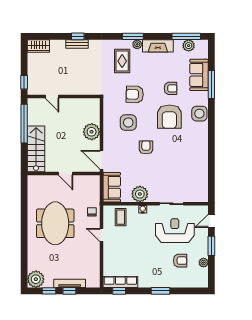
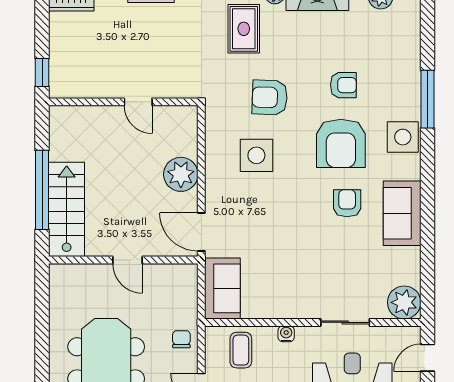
sofa: (199, 75) -> (402, 213), moved
window: (211, 85) -> (427, 99), moved
door: (52, 97) -> (138, 102), moved
window: (24, 124) -> (42, 190), moved
armchair: (146, 147) -> (347, 203), moved
plant: (140, 194) -> (404, 302), moved

